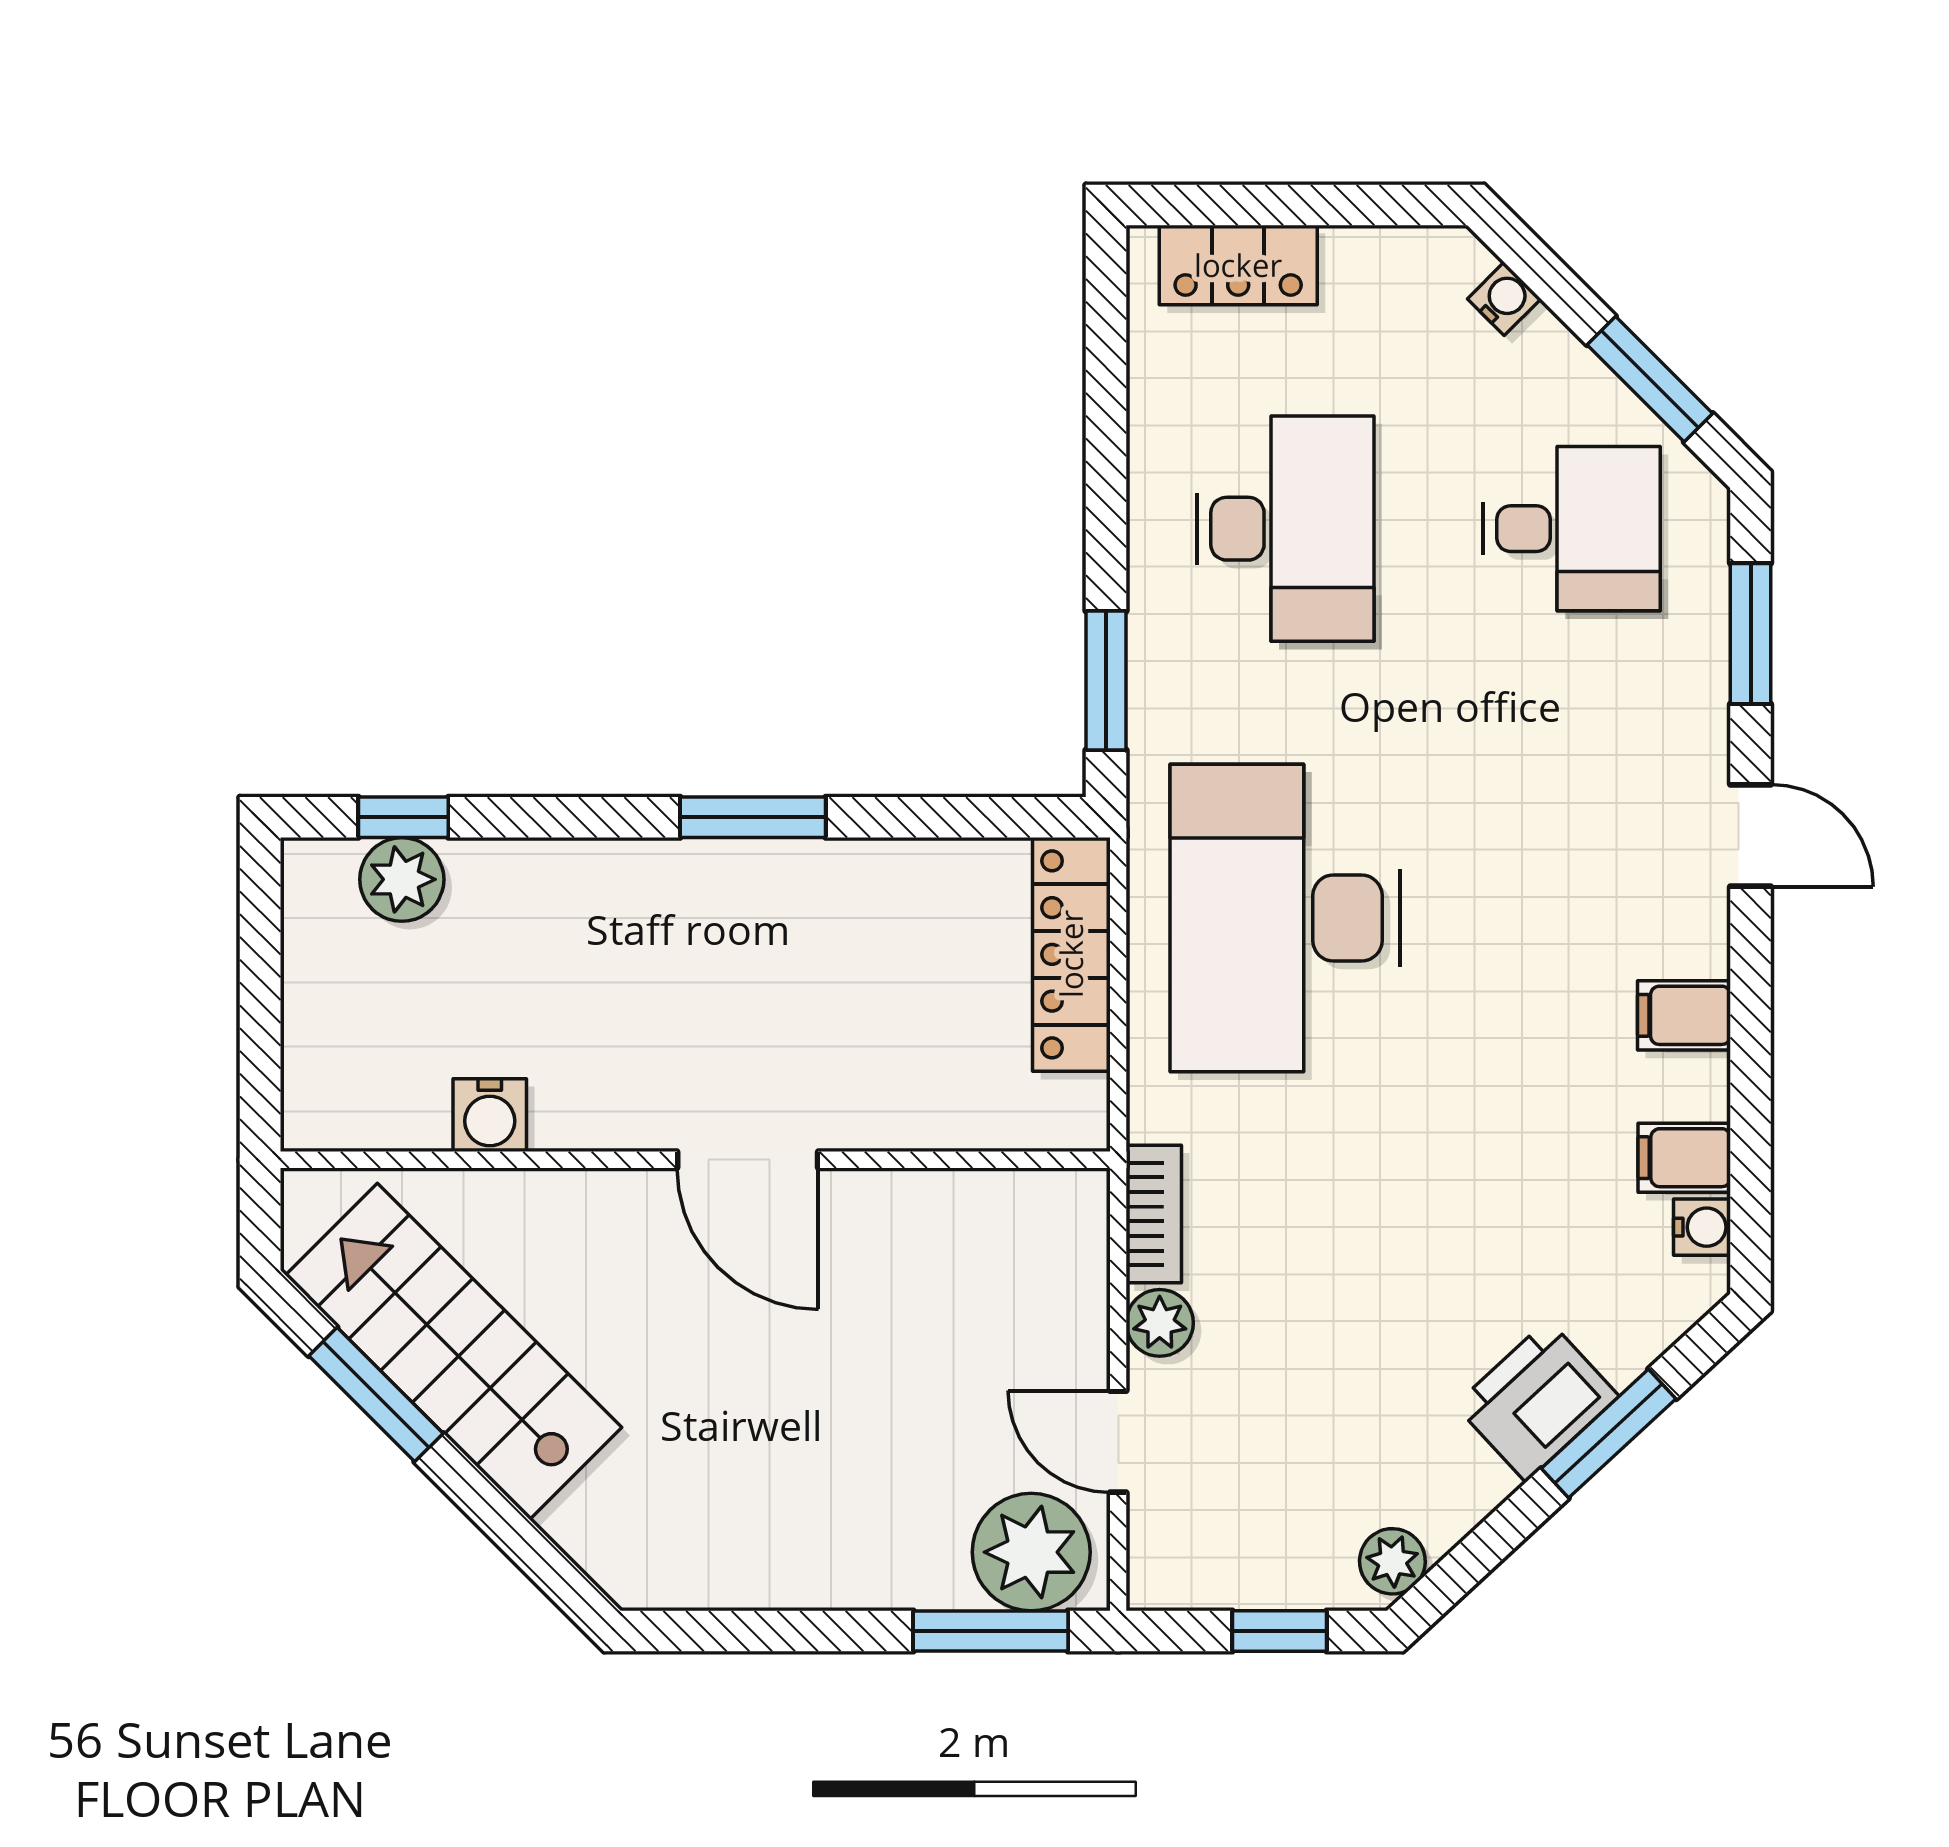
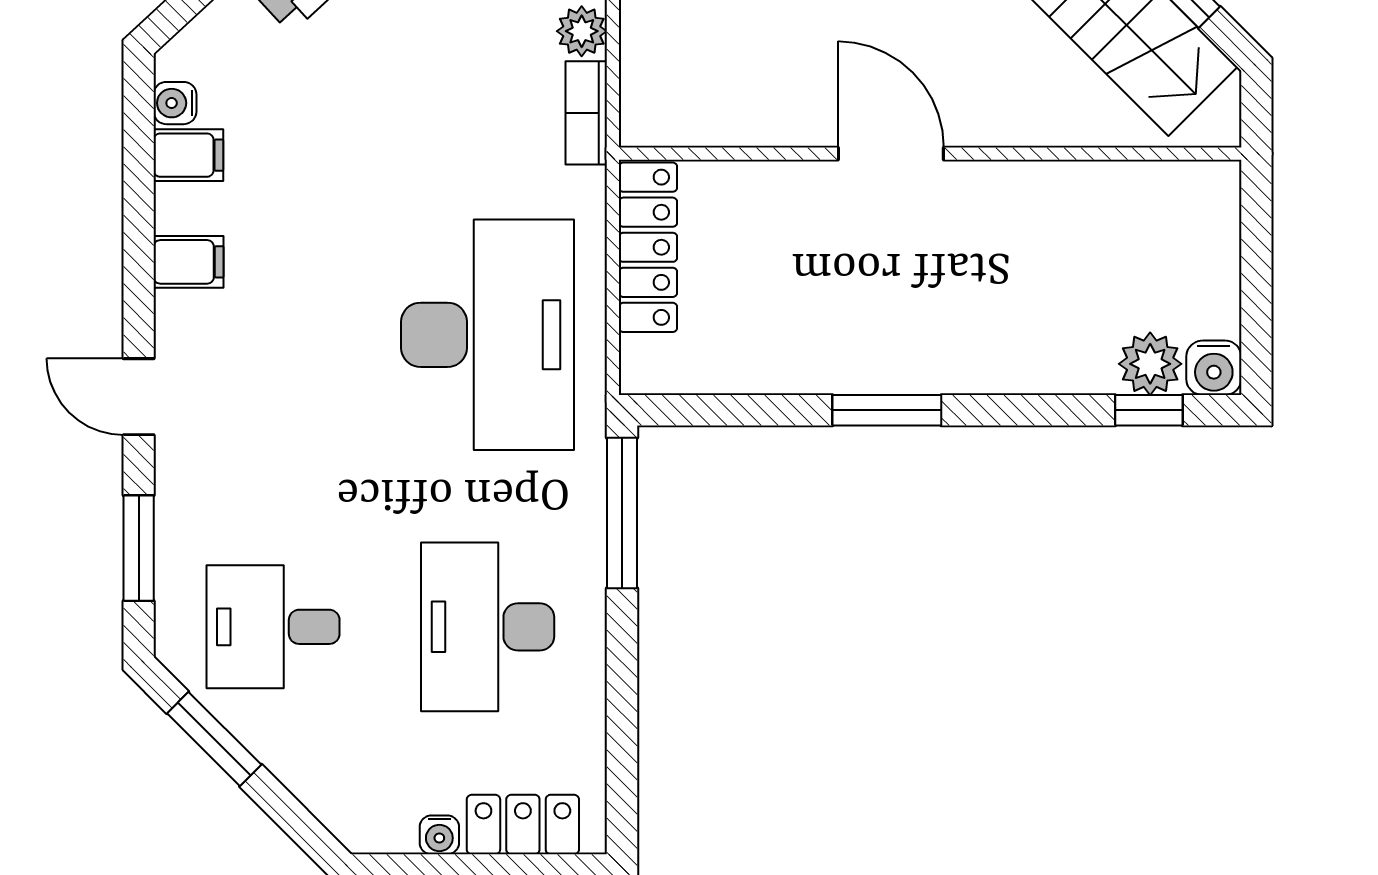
water cooler: (1504, 299) -> (439, 835), moved, turned -45
window: (1106, 680) -> (622, 513), width x1.44
locker: (1071, 954) -> (648, 247), moved
water cooler: (490, 1115) -> (1214, 368), moved, turned 180

